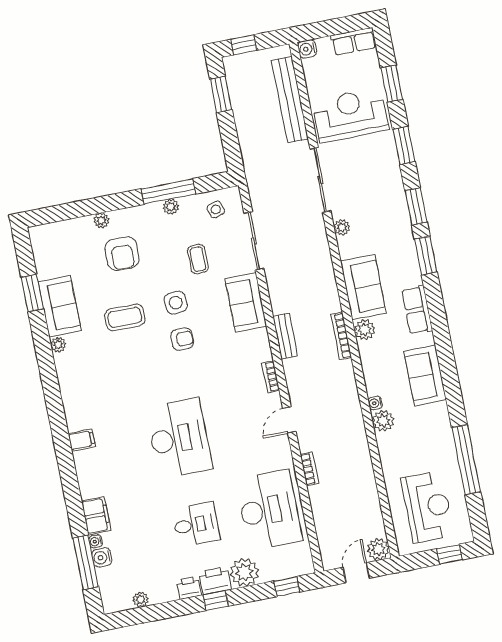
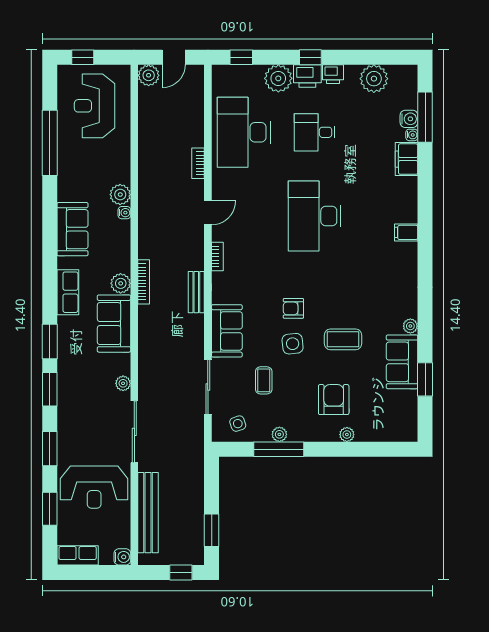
plant: (141, 600) -> (374, 79), width x1.88, depth x1.88

